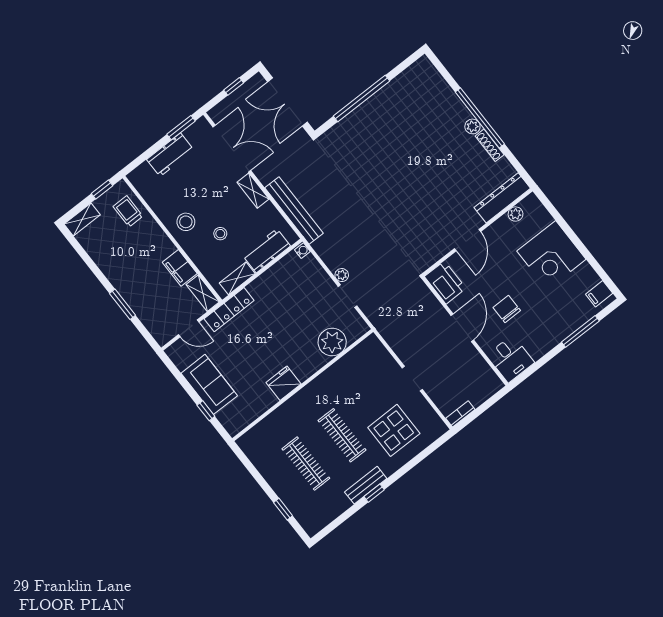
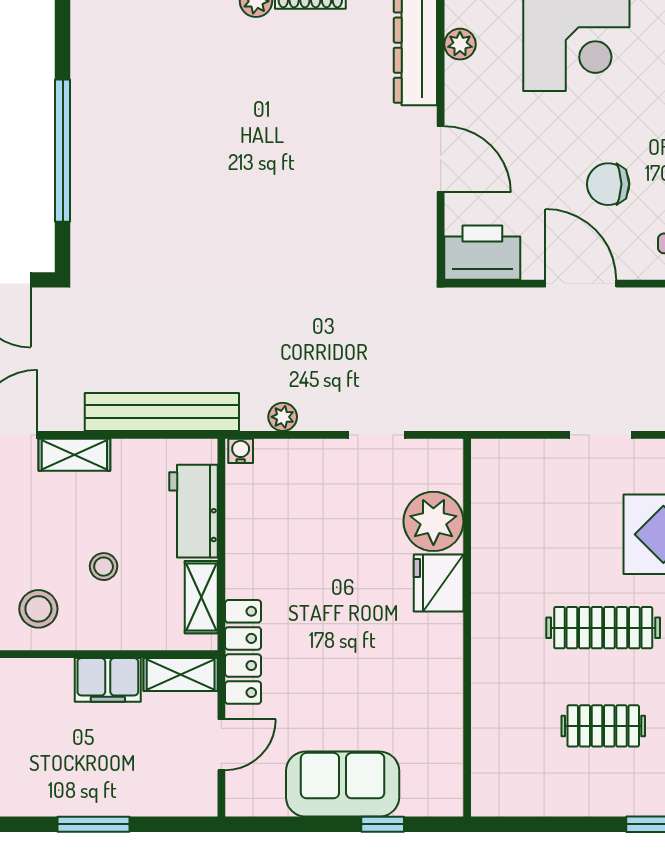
plant: (342, 275) -> (283, 417), moved
fridge: (284, 383) -> (439, 583), moved
clothes rail: (306, 464) -> (603, 726), width x0.73

